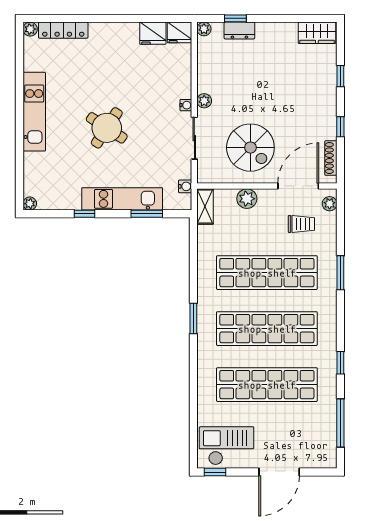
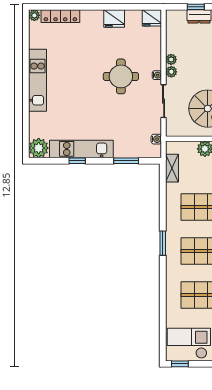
plant: (204, 29) -> (171, 59), moved
fridge: (153, 33) -> (114, 19), moved
round table: (107, 128) -> (121, 76), moved, turned -33
kitchen unit: (122, 199) -> (81, 149), moved
plant: (30, 204) -> (39, 148), width x1.88, depth x1.88
shelving: (205, 207) -> (172, 168), moved

